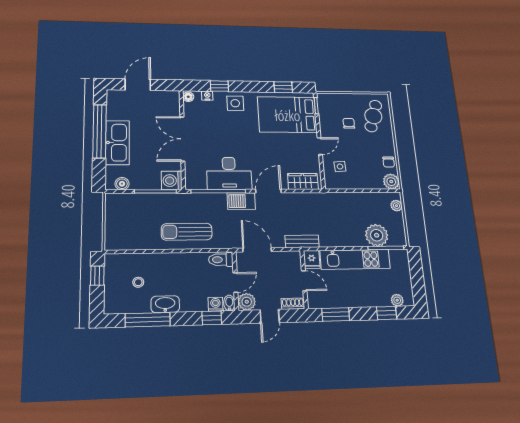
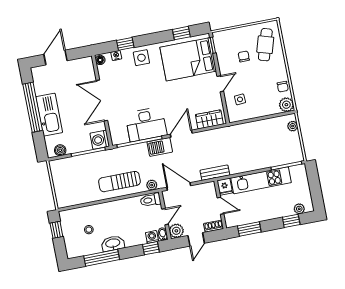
plant: (377, 235) -> (152, 185), moved, width x0.53, depth x0.53

